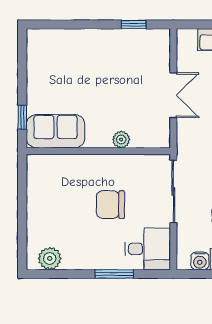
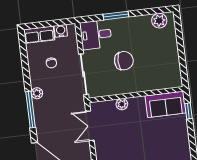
double door: (173, 95) -> (90, 126), moved

